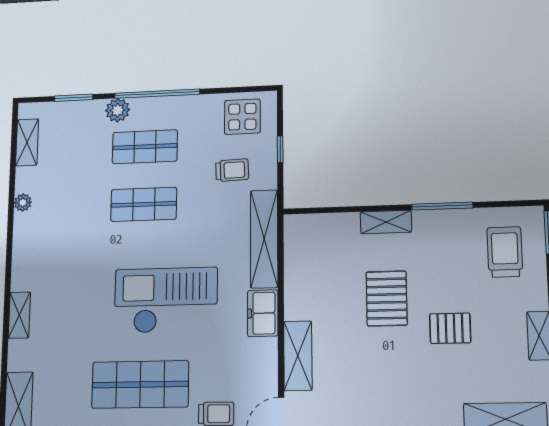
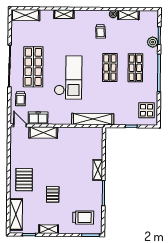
plant: (118, 110) -> (153, 42), moved
shelving: (27, 142) -> (128, 15), moved
trolley: (232, 170) -> (100, 31), moved
pallet: (387, 298) -> (24, 180), moved, turned 90
freezer: (263, 313) -> (38, 118), moved

